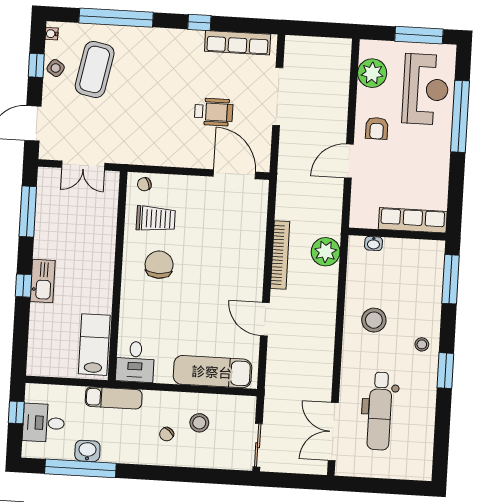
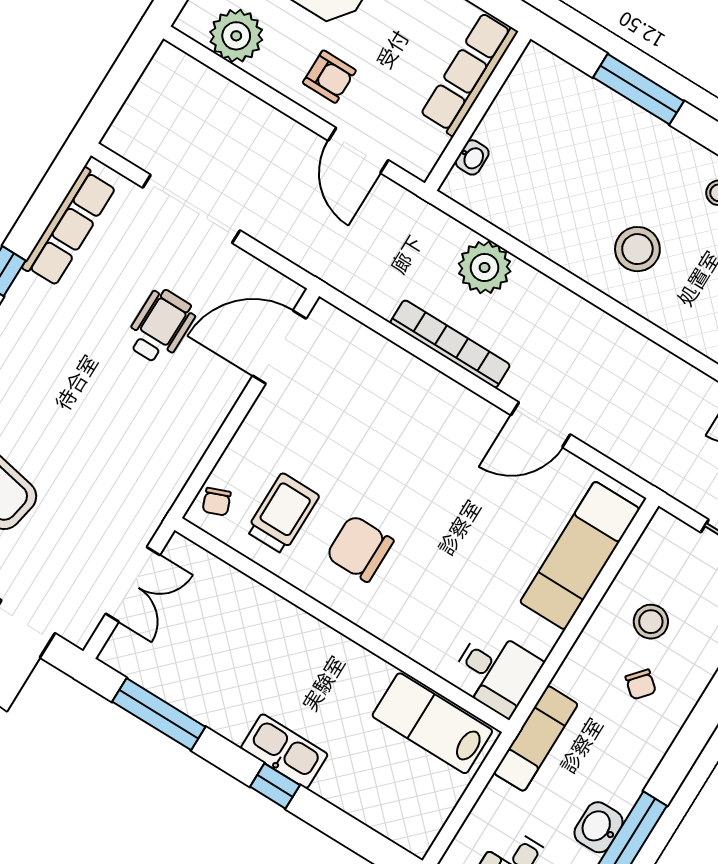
row of seats: (413, 220) -> (469, 74), moved
wall: (397, 234) -> (478, 111), moved
washbasin: (373, 243) -> (472, 157), moved

